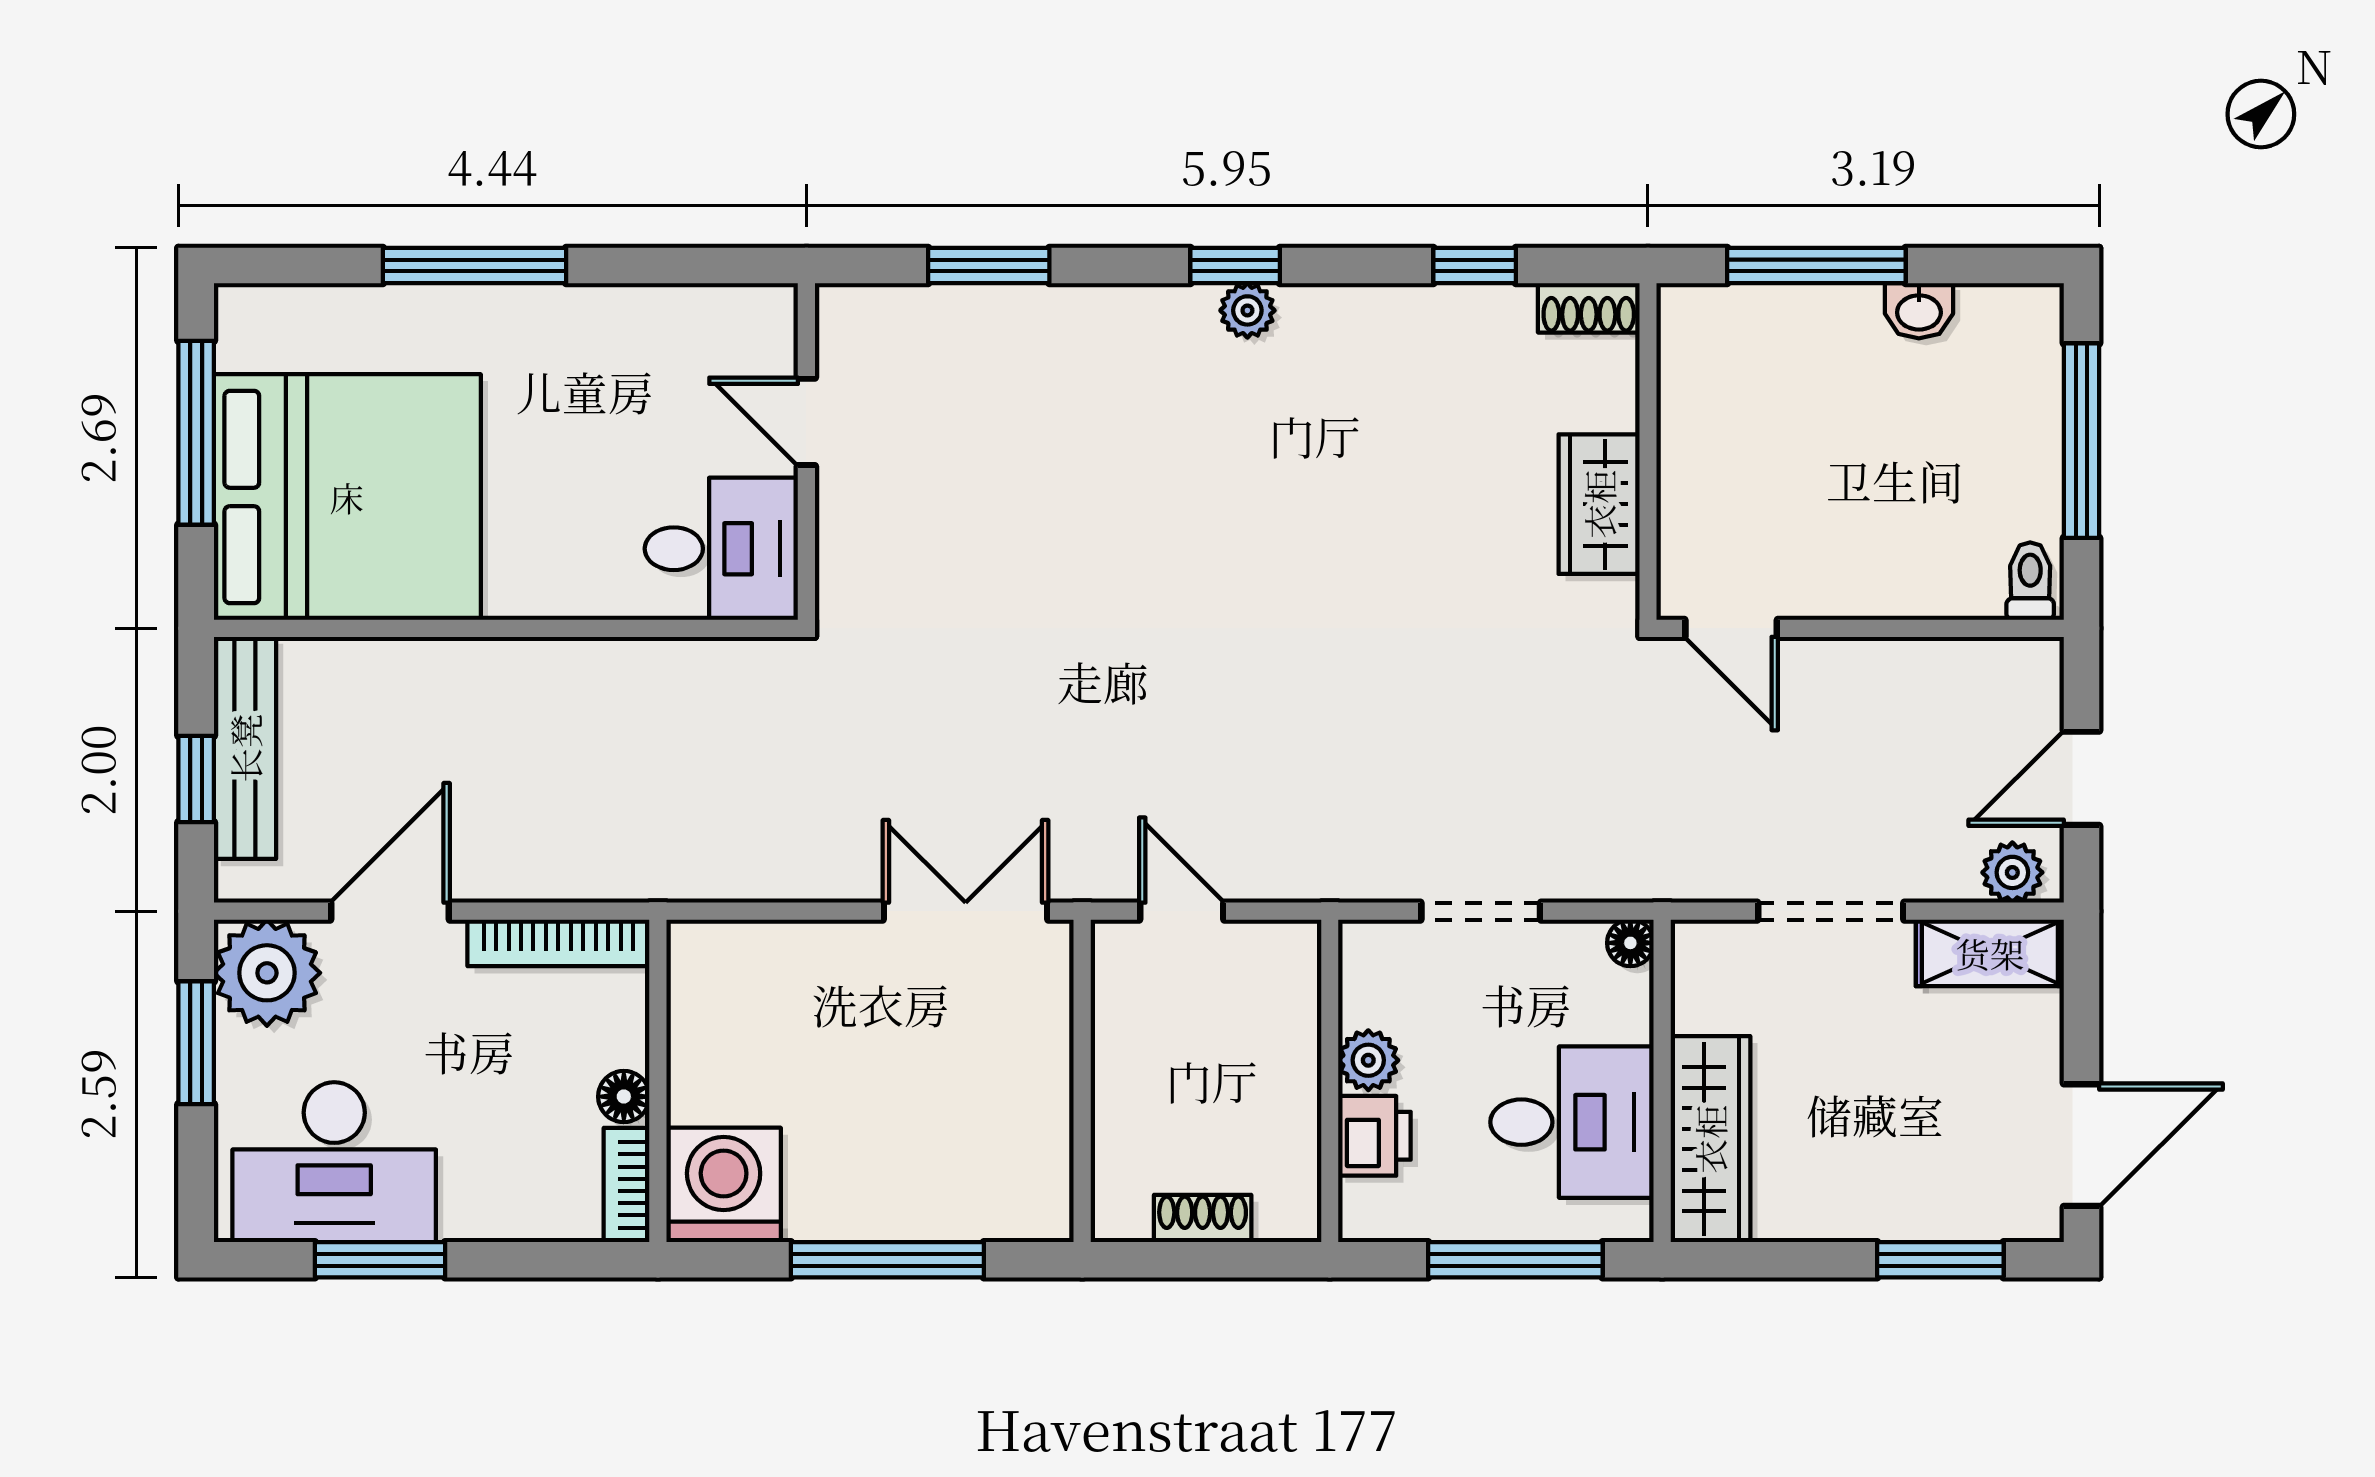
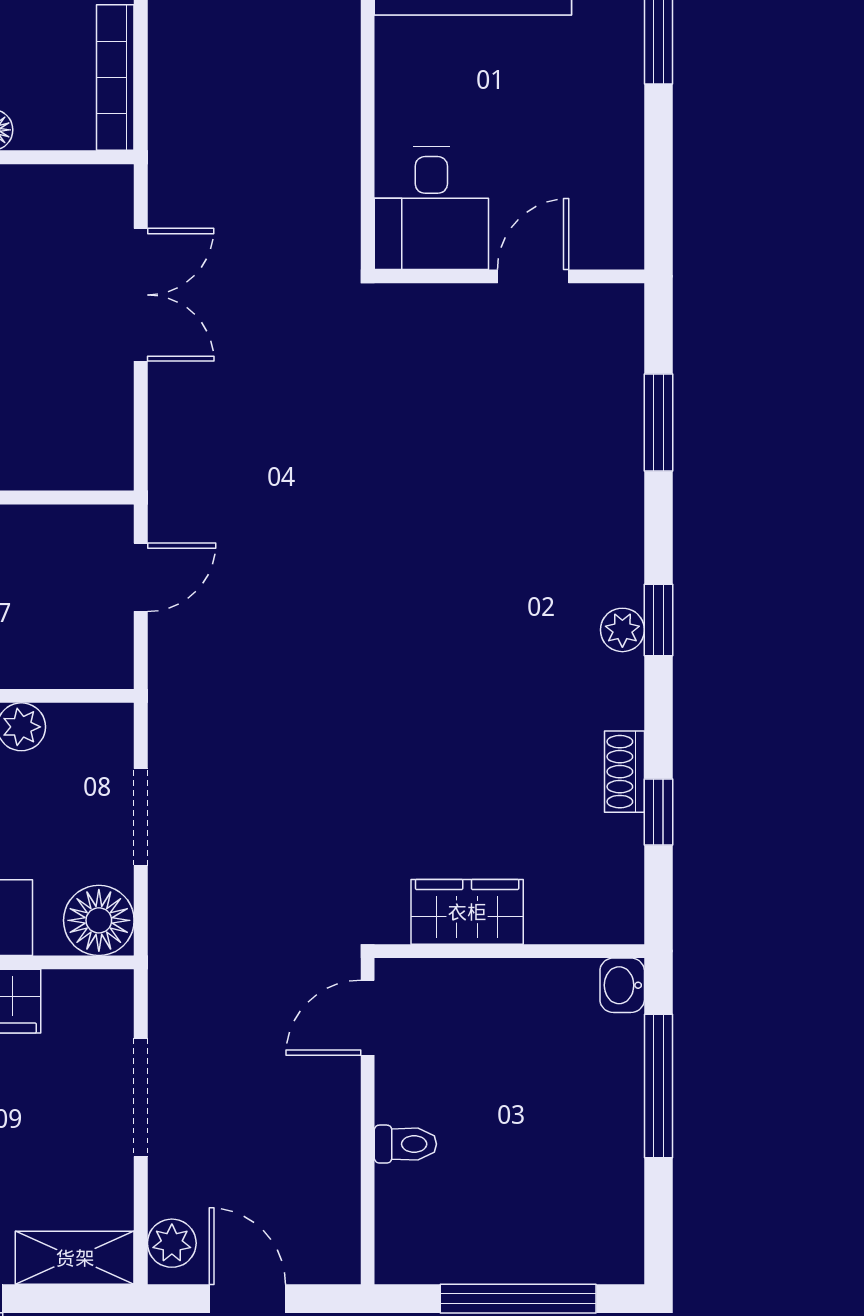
shoe rack: (1589, 308) -> (625, 772), moved
washbasin: (1919, 311) -> (622, 985), moved
toilet: (2030, 581) -> (405, 1144), moved
double door: (966, 911) -> (141, 295), moved
floor lamp: (1630, 943) -> (99, 920), width x1.89, depth x1.89
shelving: (1990, 953) -> (75, 1258), moved, turned 90

